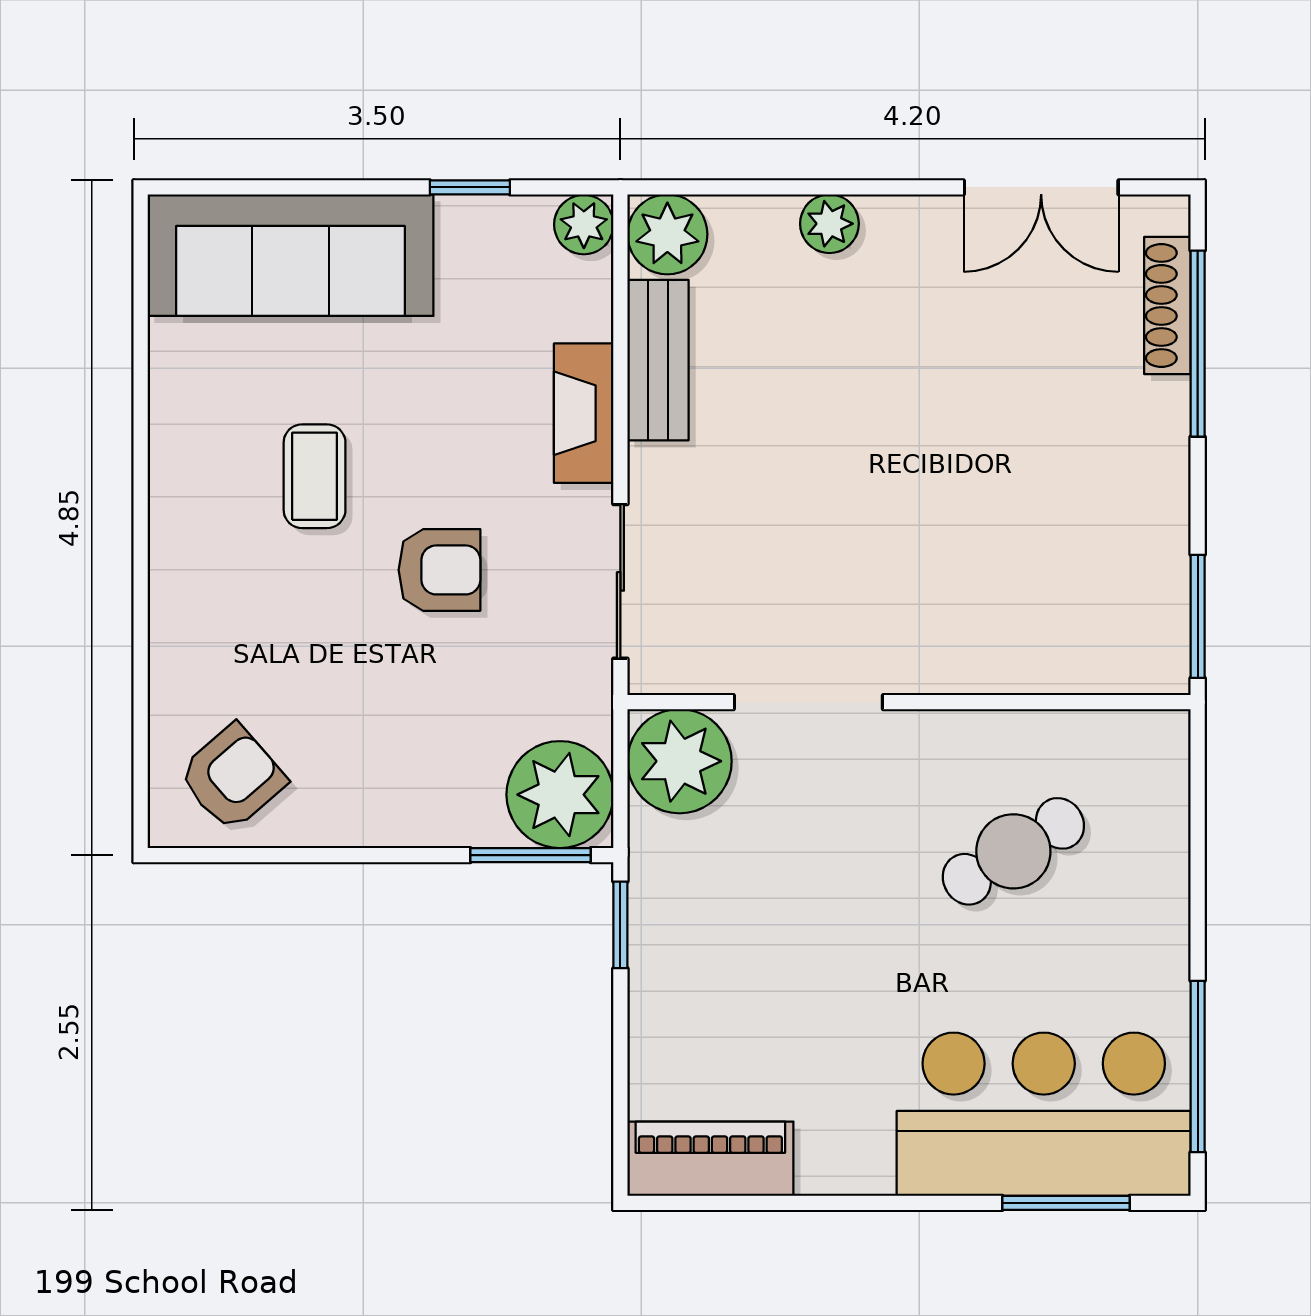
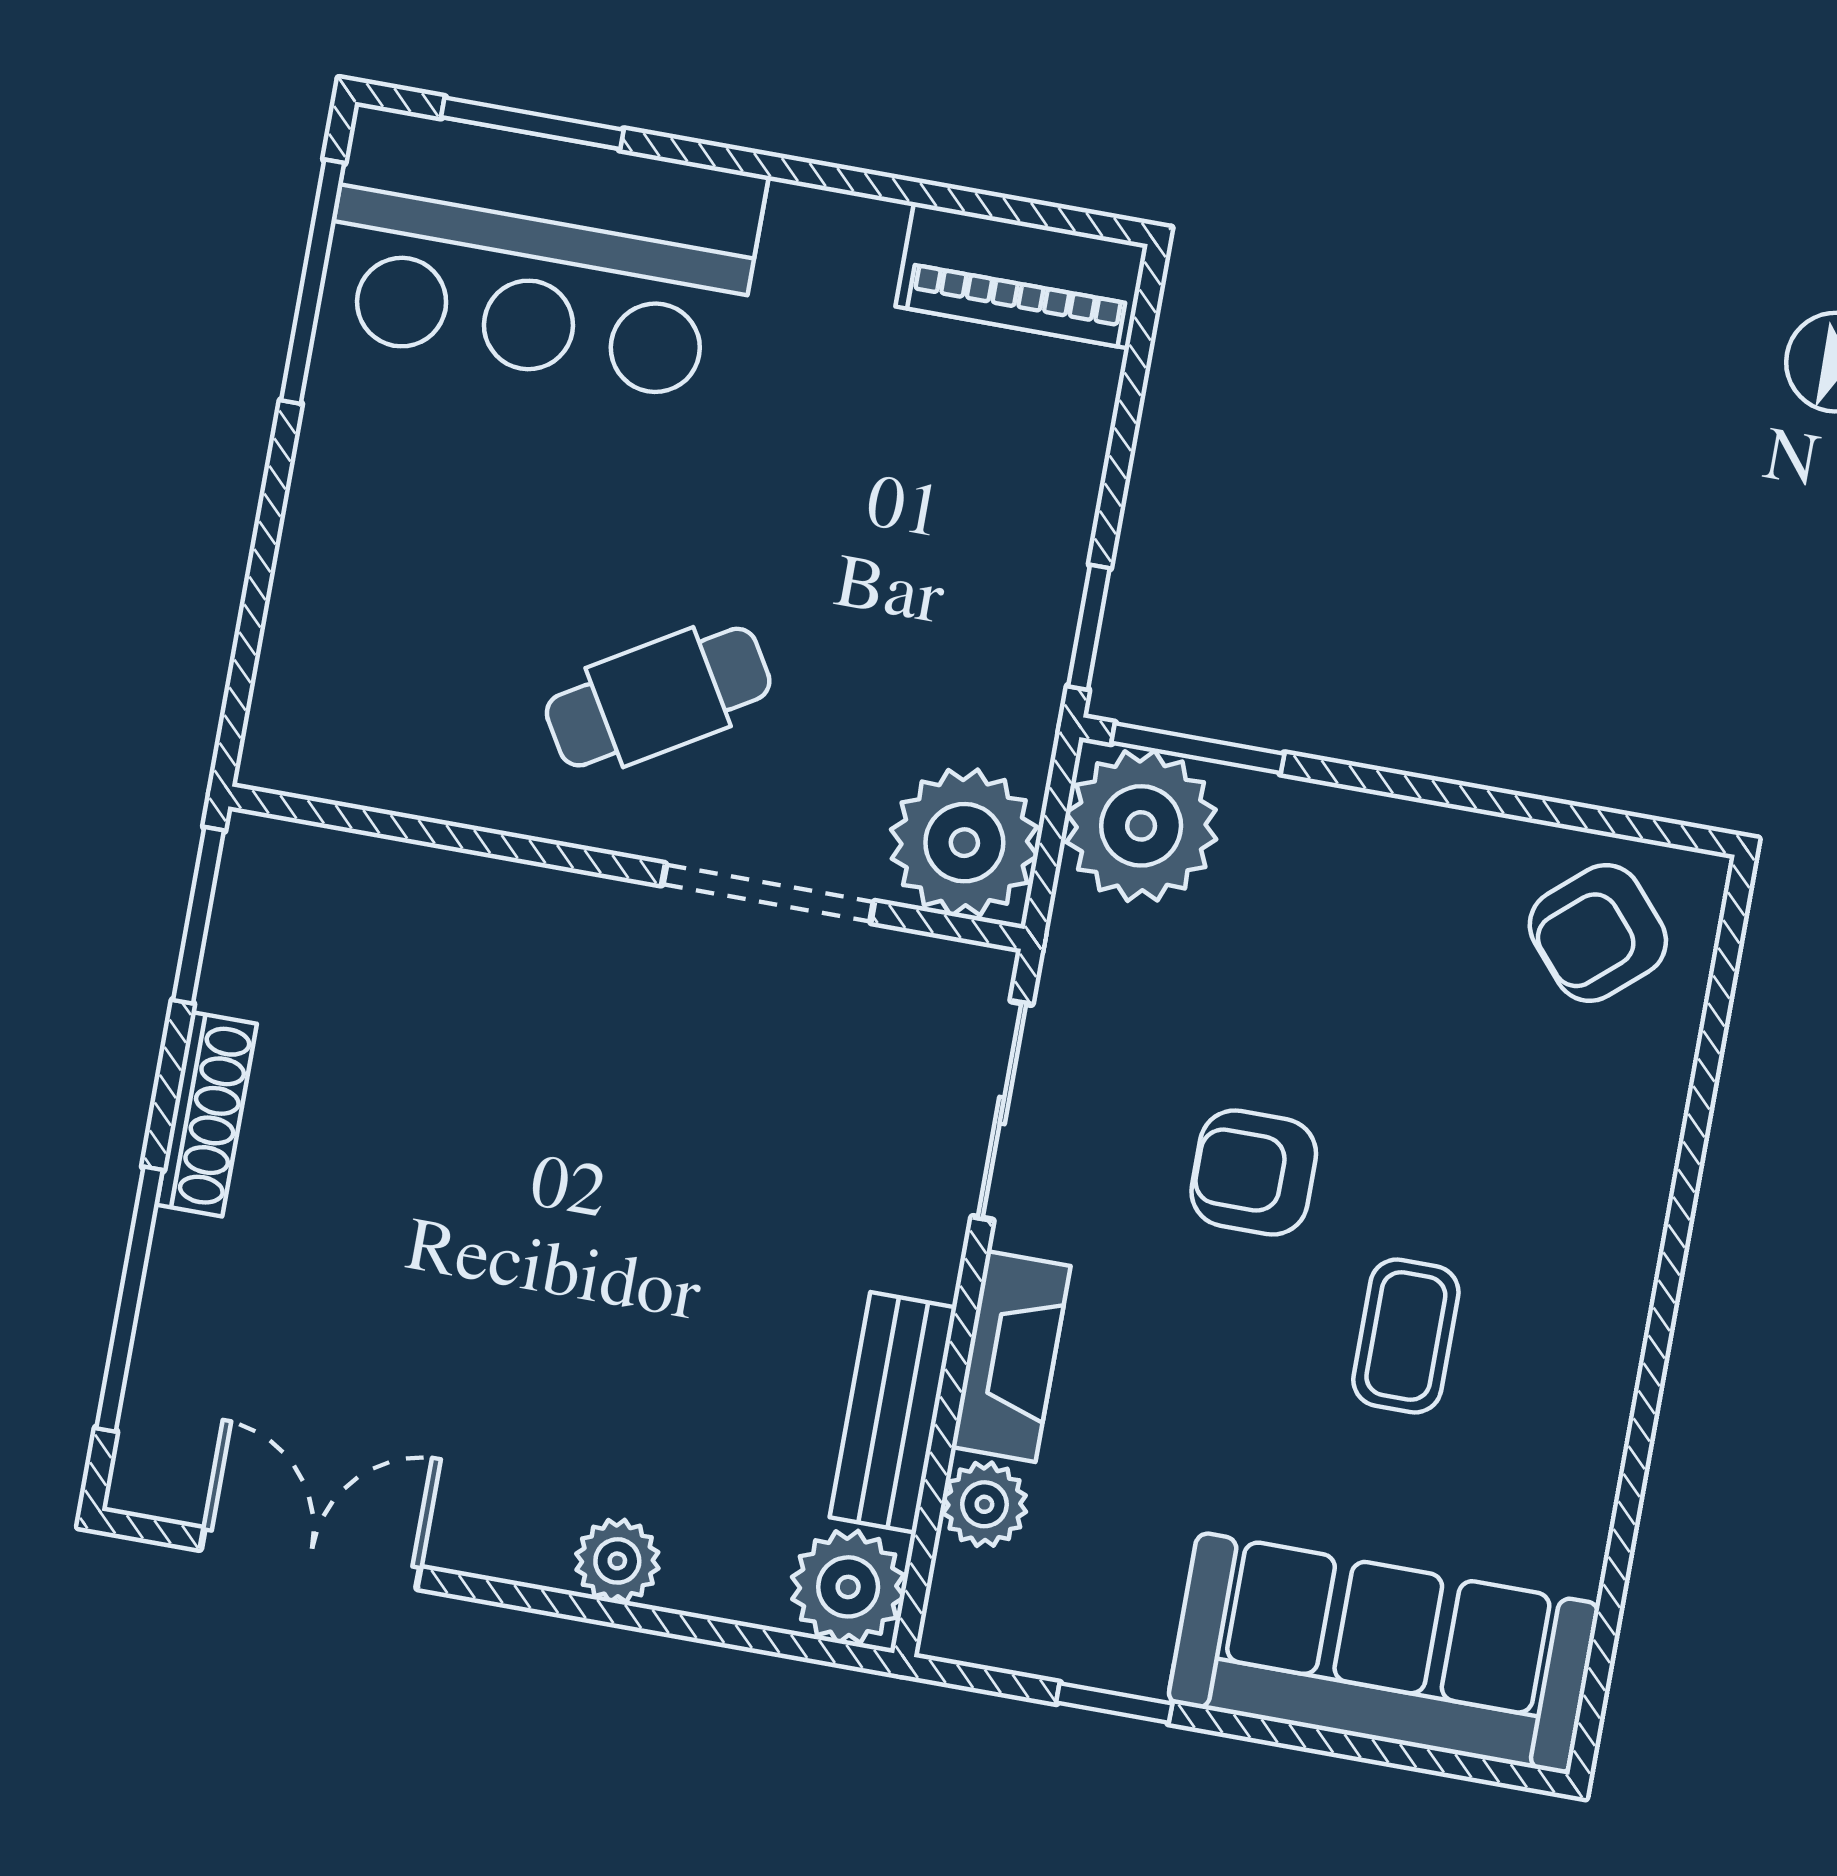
plant: (584, 225) -> (984, 1504), moved
shoe rack: (1167, 305) -> (207, 1114), moved
cafe table: (1013, 851) -> (658, 697), moved

